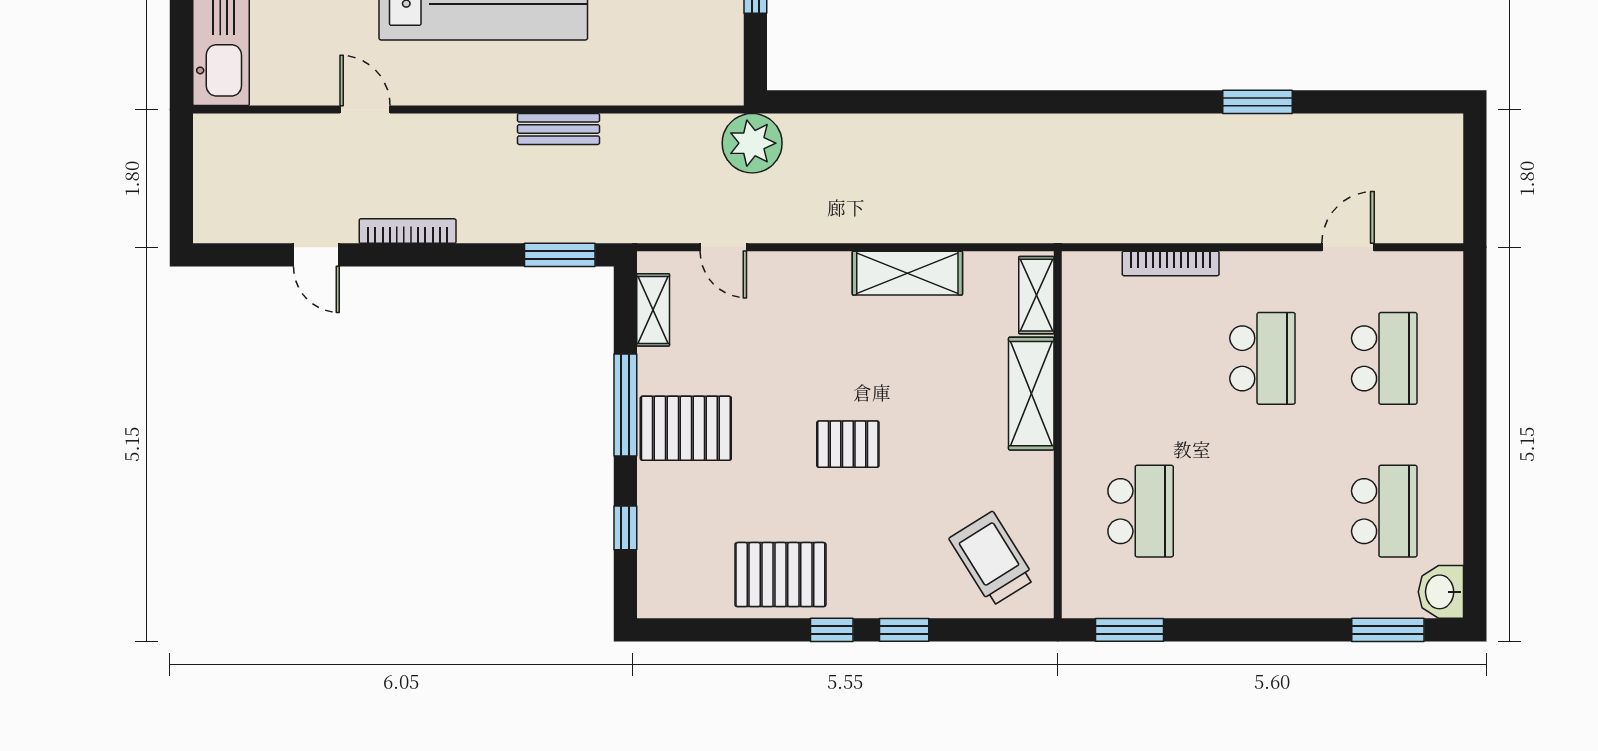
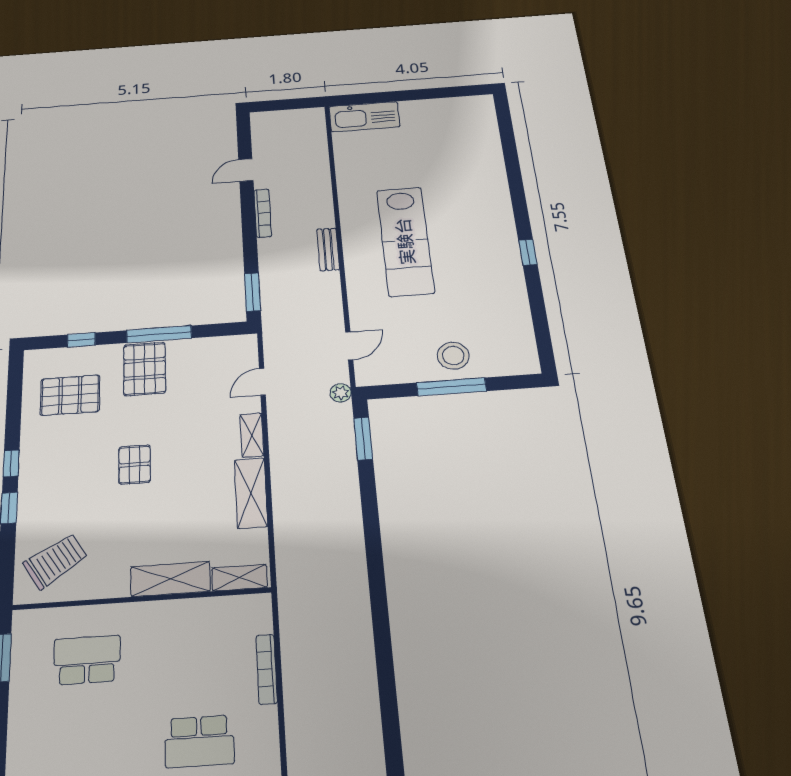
window: (1257, 102) -> (363, 439), moved
door: (365, 109) -> (349, 346), moved
bench: (558, 129) -> (328, 249), moved
plant: (752, 143) -> (341, 393), width x0.53, depth x0.53
shelving: (653, 310) -> (252, 435), moved, turned 90
school desk: (1141, 511) -> (87, 660), turned 180
pallet: (780, 575) -> (70, 395), moved, turned 90

